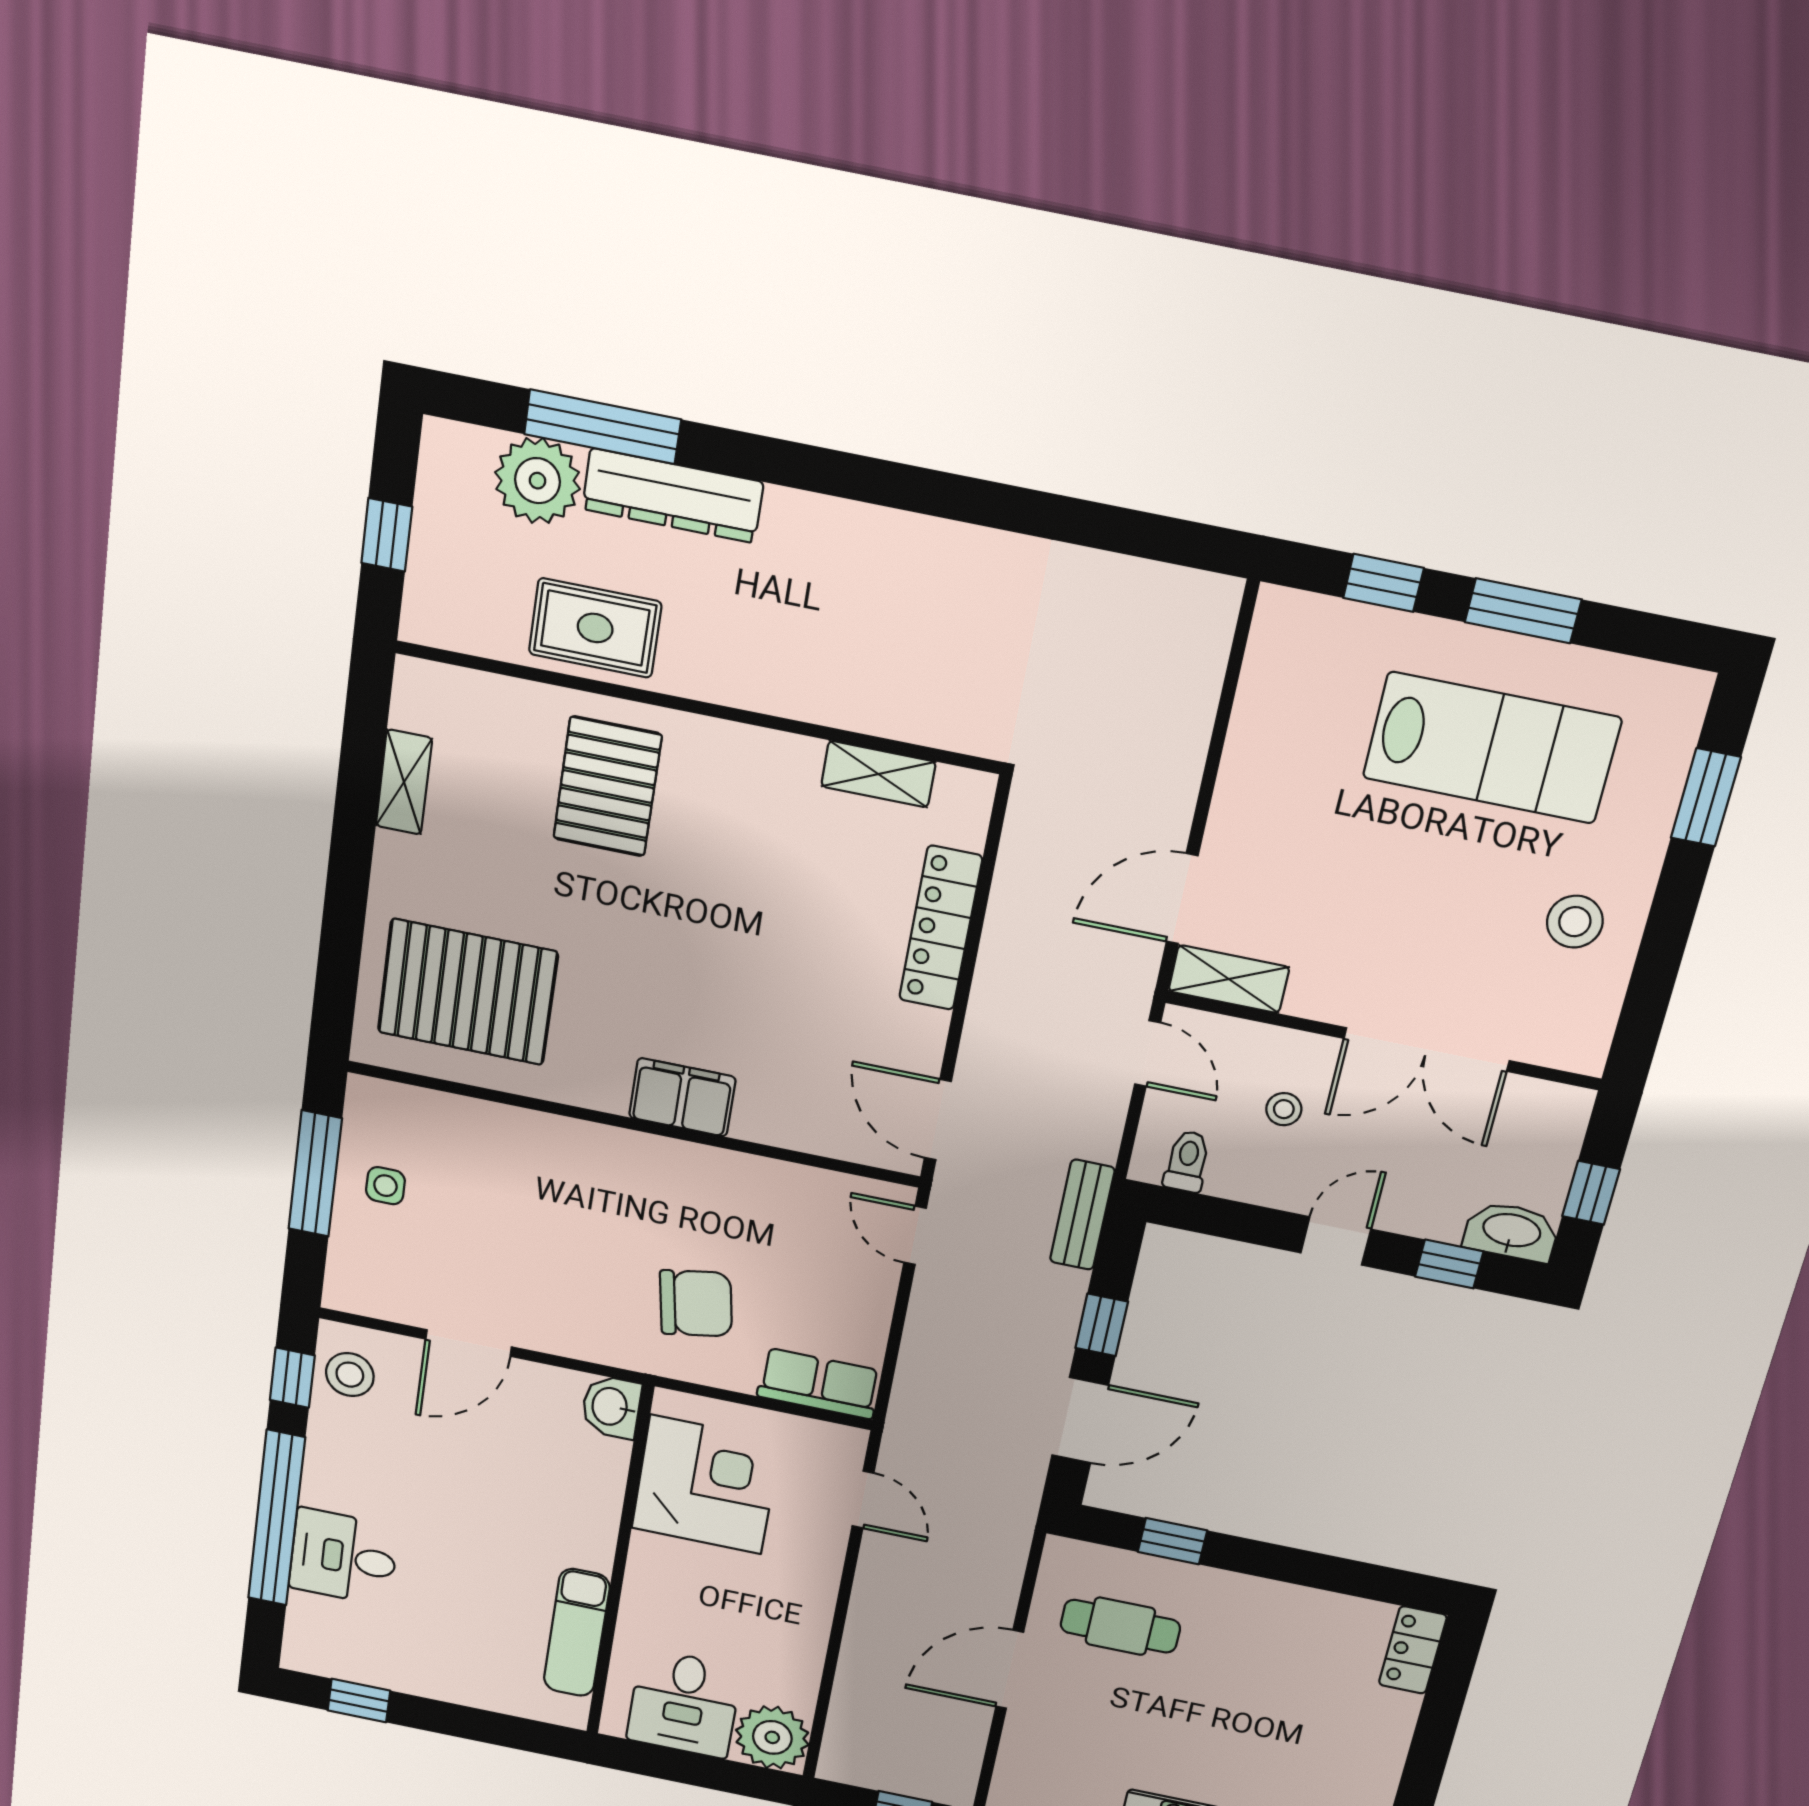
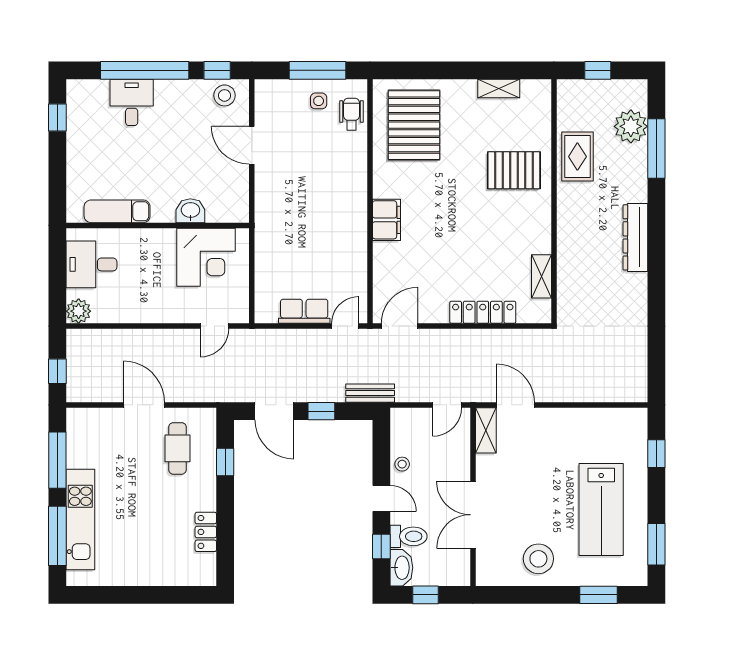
dresser: (673, 496) -> (635, 237), moved
window: (1523, 611) -> (656, 544), moved
stool: (1575, 922) -> (538, 559), width x1.38, depth x1.38
stool: (1284, 1109) -> (402, 464), moved
wheelchair: (424, 1122) -> (351, 114), added
toilet: (1187, 1161) -> (409, 536), moved, width x1.37, depth x1.39
chair: (696, 1303) -> (293, 240), removed
row of seats: (819, 1383) -> (304, 311), moved, turned -90
washbasin: (611, 1407) -> (190, 211), moved
locker: (1413, 1650) -> (206, 532), moved, turned -90
plant: (772, 1737) -> (79, 311), width x0.73, depth x0.73

